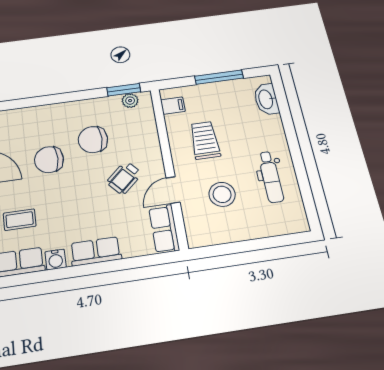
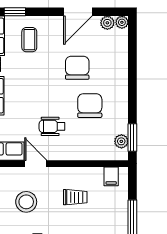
trolley: (205, 140) -> (75, 197), width x0.73, depth x0.72
wheelchair: (124, 178) -> (52, 126), turned -48

